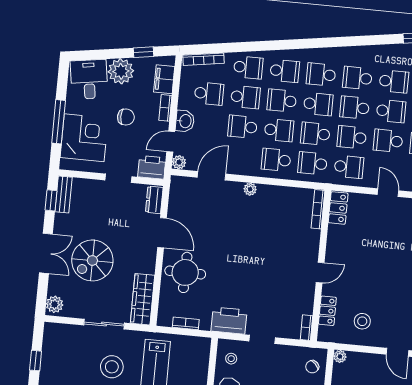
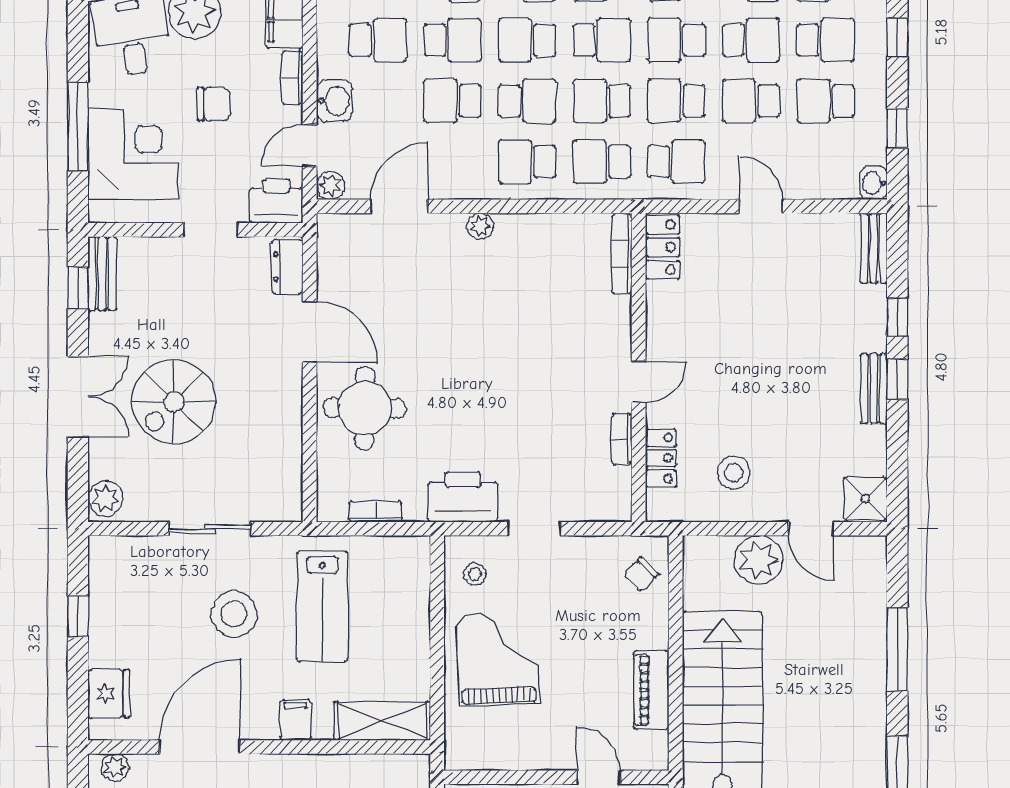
wardrobe: (142, 299) -> (283, 471), removed
bookcase: (307, 328) -> (622, 439), moved
plant: (340, 356) -> (759, 560), moved, width x1.88, depth x1.88

